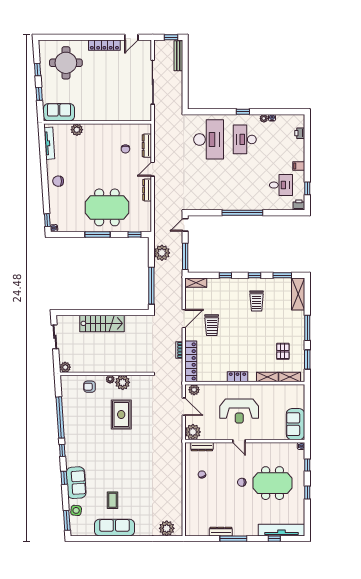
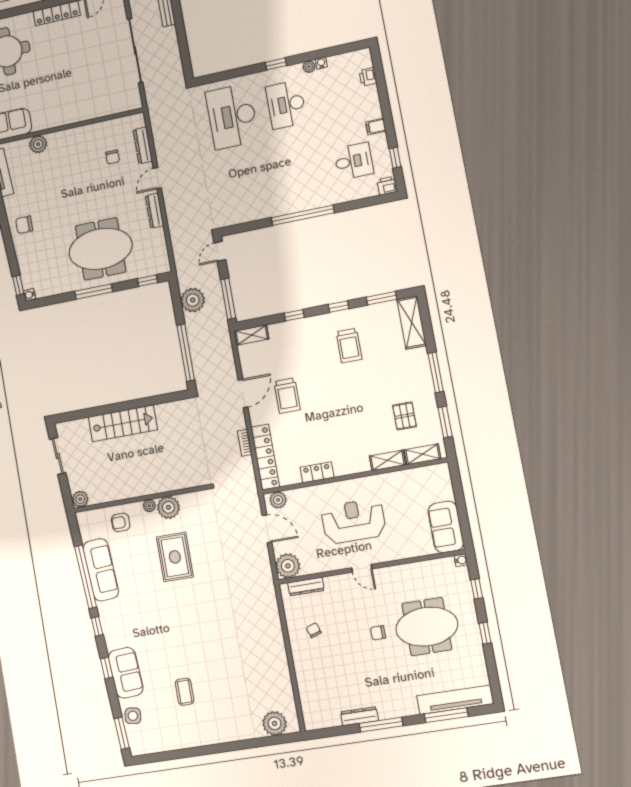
desk: (209, 139) -> (232, 116), turned 180
locker: (237, 377) -> (317, 472), moved
reception desk: (239, 411) -> (354, 521), turned 180
sofa: (114, 528) -> (101, 570), moved, turned 86
window: (274, 539) -> (446, 715), width x2.17

